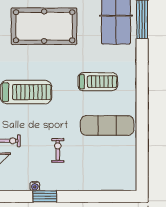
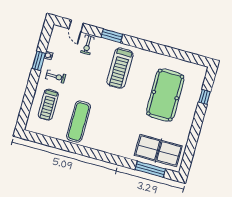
treadmill: (98, 82) -> (48, 105), moved
exercise bike: (58, 150) -> (56, 77), moved

